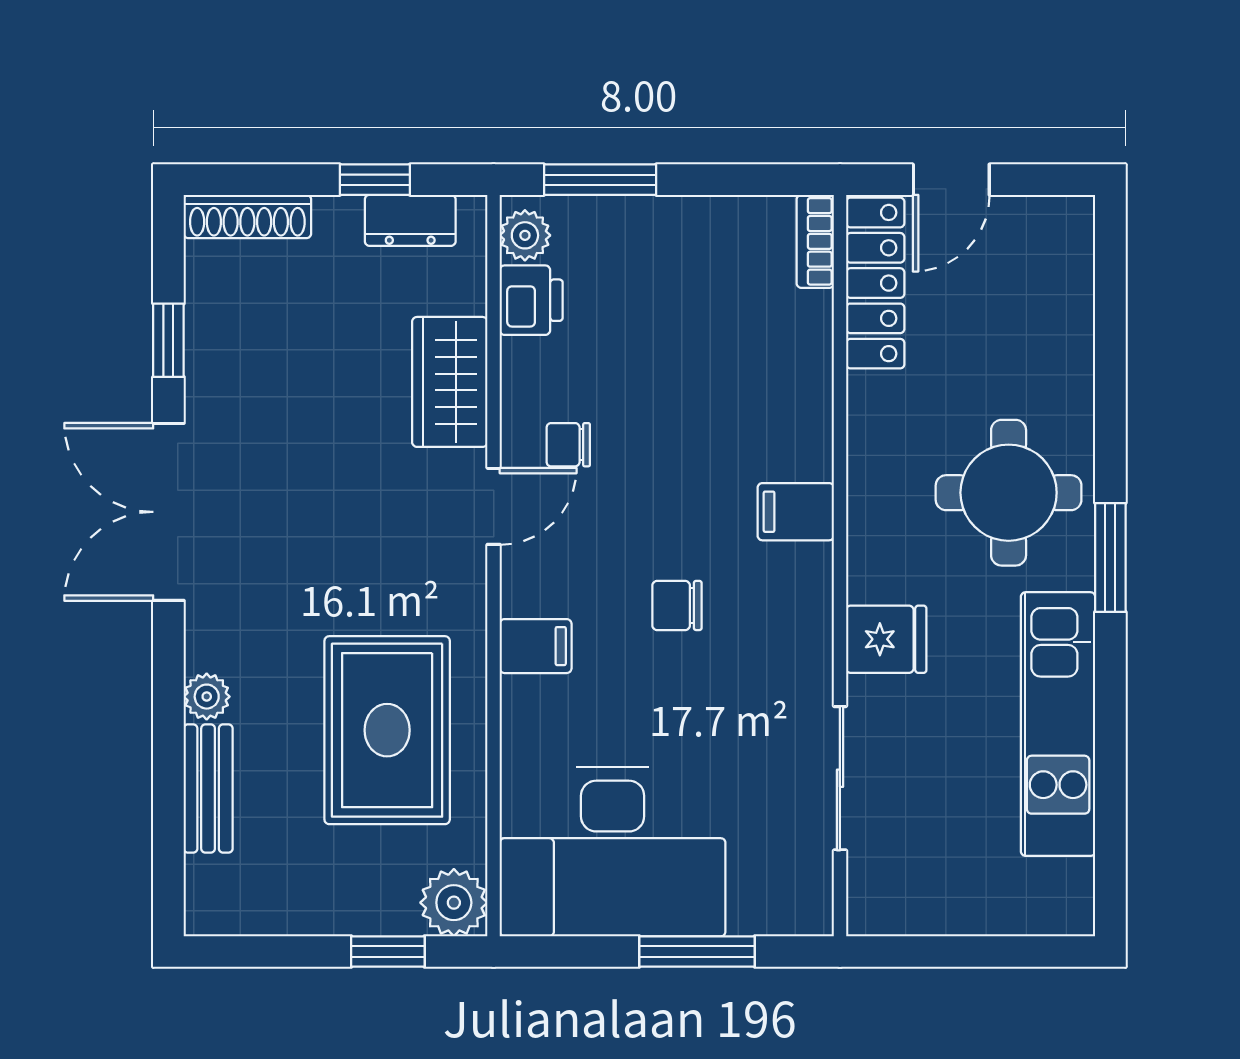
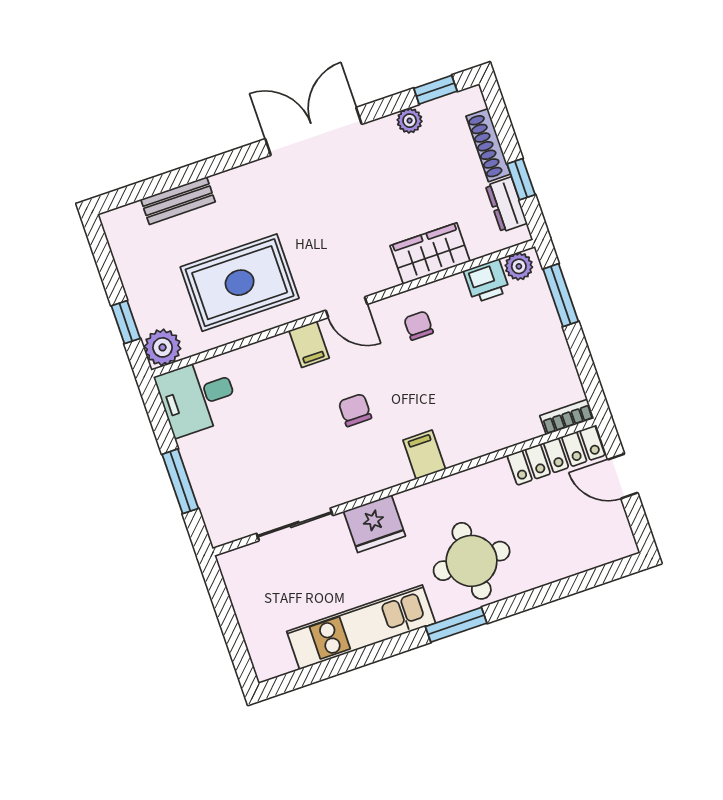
shoe rack: (247, 217) -> (488, 145), moved
window: (168, 340) -> (435, 90), moved
door: (494, 506) -> (347, 307), moved
fridge: (886, 639) -> (374, 524), width x1.38
plant: (207, 697) -> (410, 121), moved
desk: (613, 852) -> (197, 397), width x0.53, depth x0.77

